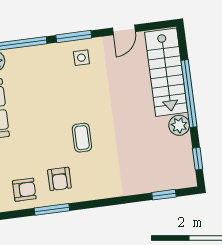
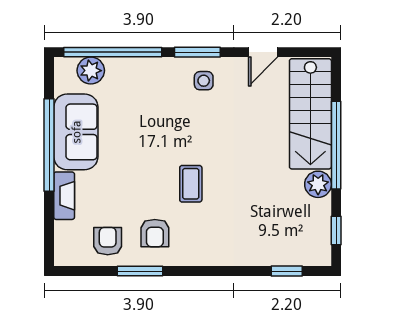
armchair: (24, 190) -> (108, 241), turned -90

